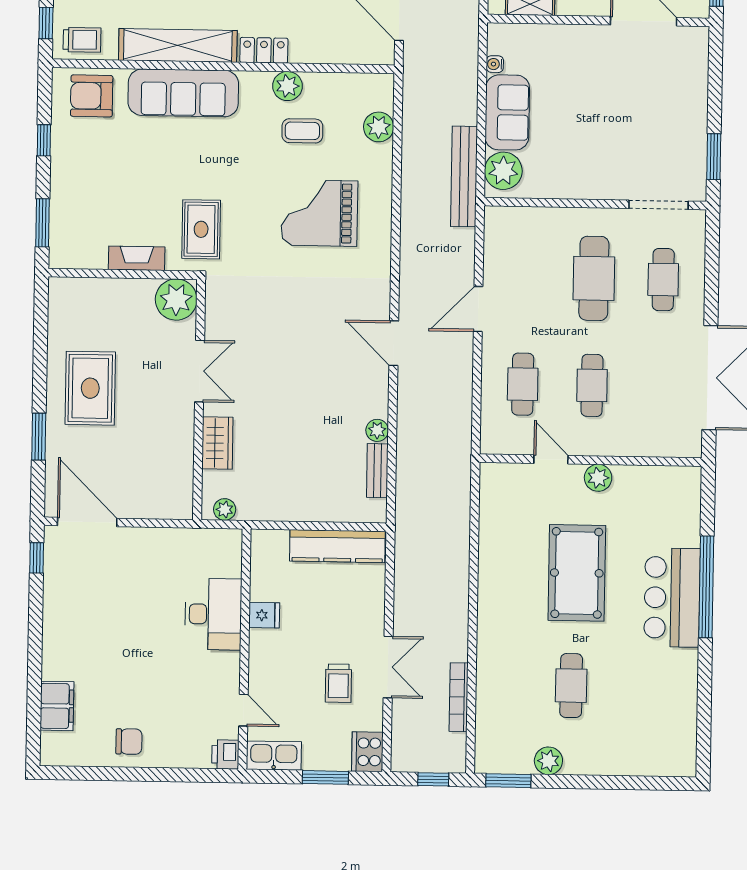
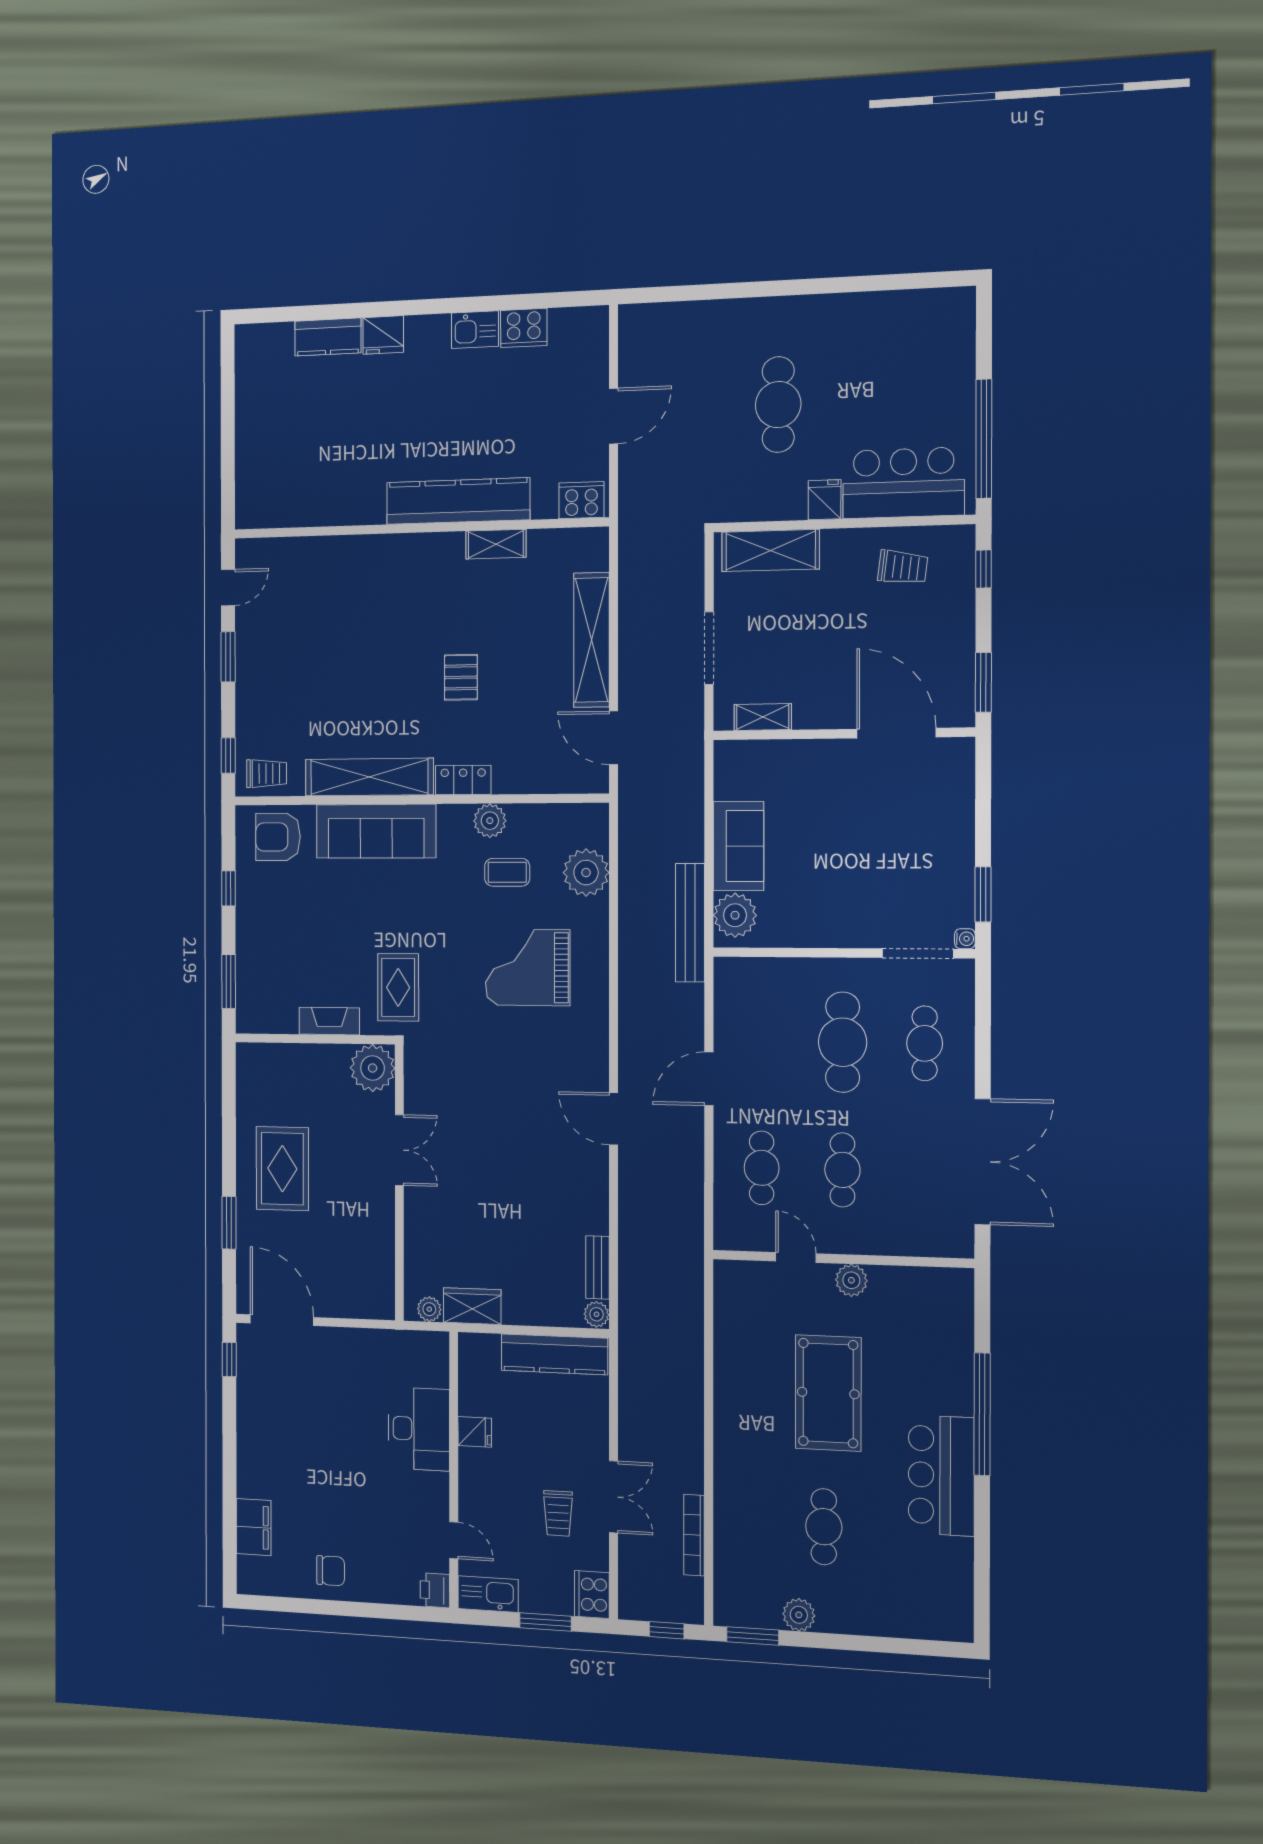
water cooler: (495, 64) -> (965, 939), moved, turned 180
plant: (379, 127) -> (586, 873), width x1.36, depth x1.36
plant: (377, 430) -> (596, 1314), moved
wardrobe: (217, 443) -> (472, 1306), moved, turned -90
bar counter: (672, 598) -> (941, 1475), moved

